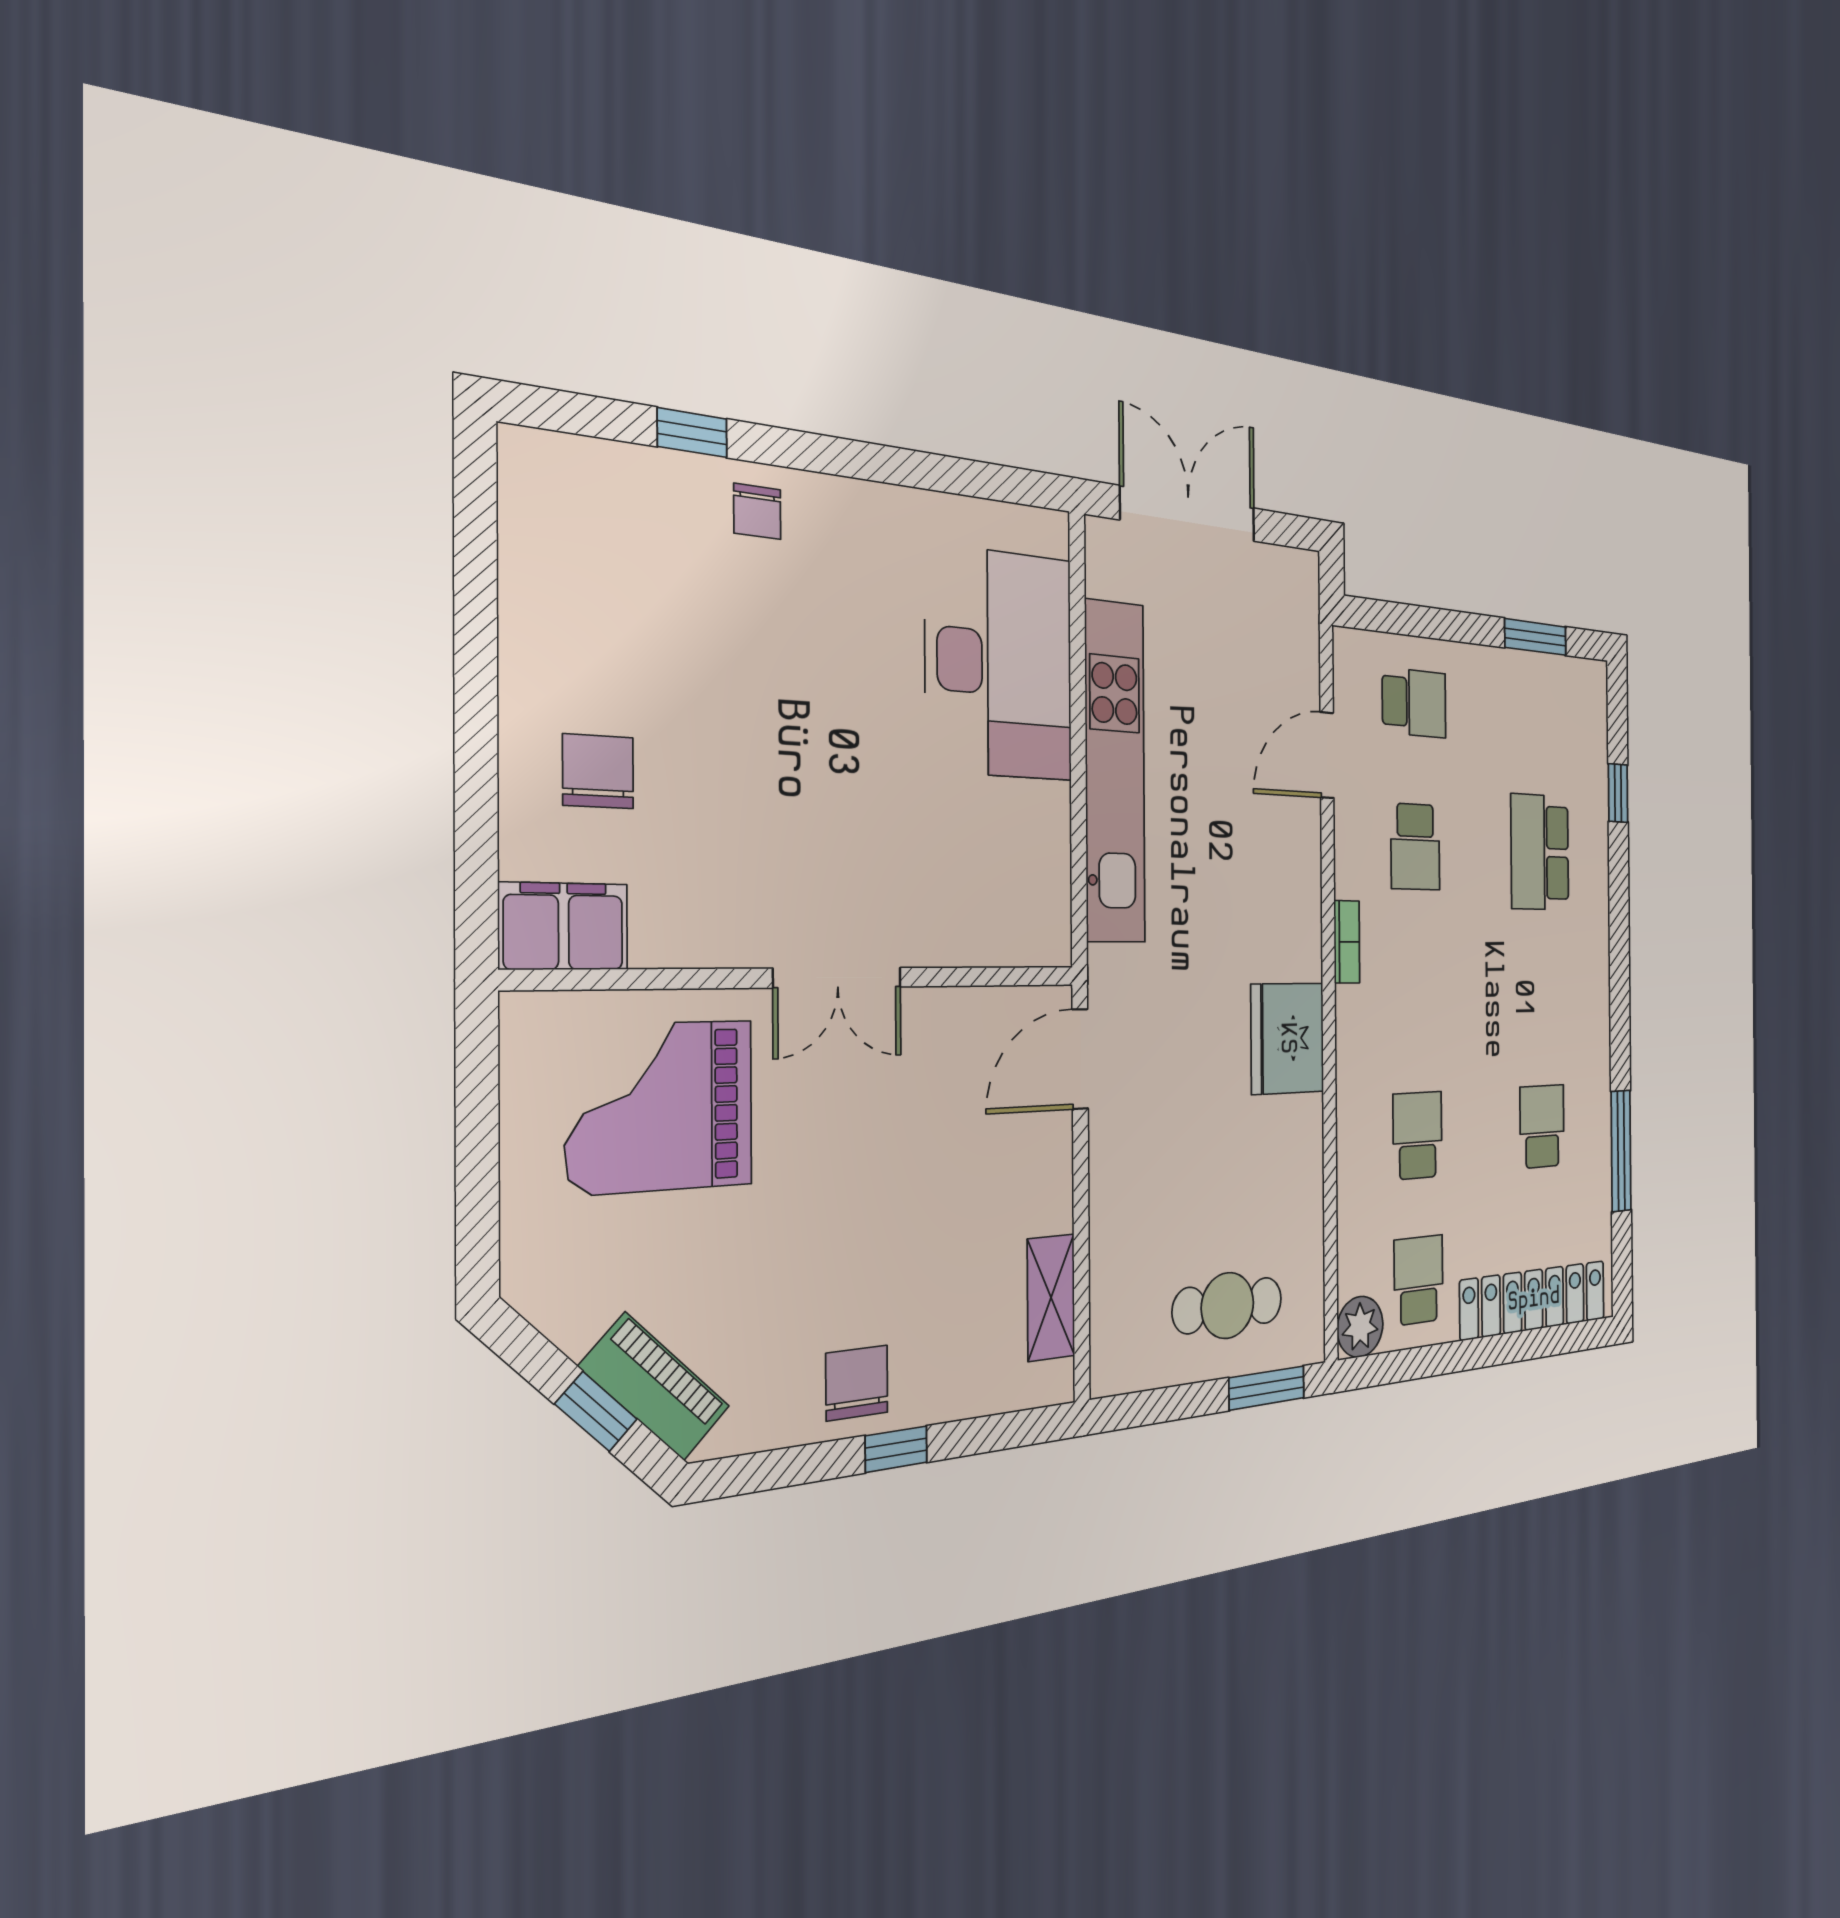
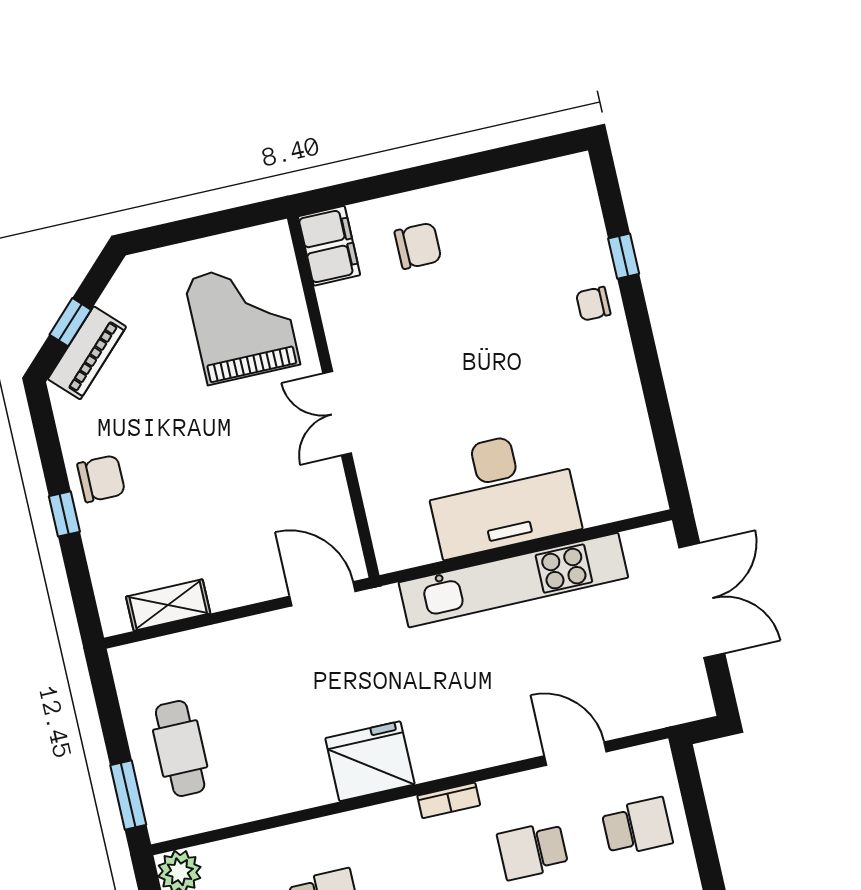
desk: (999, 664) -> (501, 493), moved
school desk: (1414, 703) -> (637, 827), turned -90

